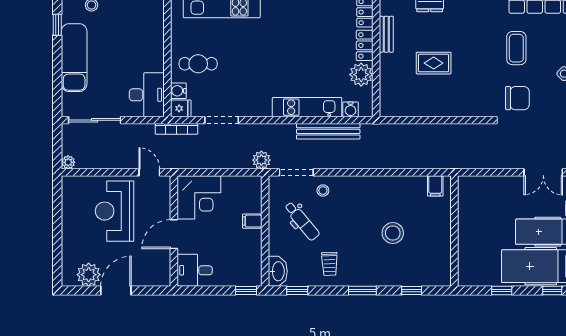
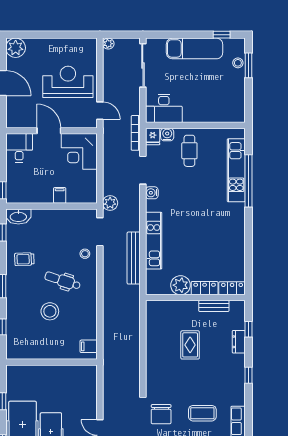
water cooler: (351, 109) -> (152, 193), moved
door: (149, 172) -> (100, 111), hinge flipped
dental chair: (302, 221) -> (63, 281), moved, turned 58
plant: (89, 275) -> (16, 48), moved

